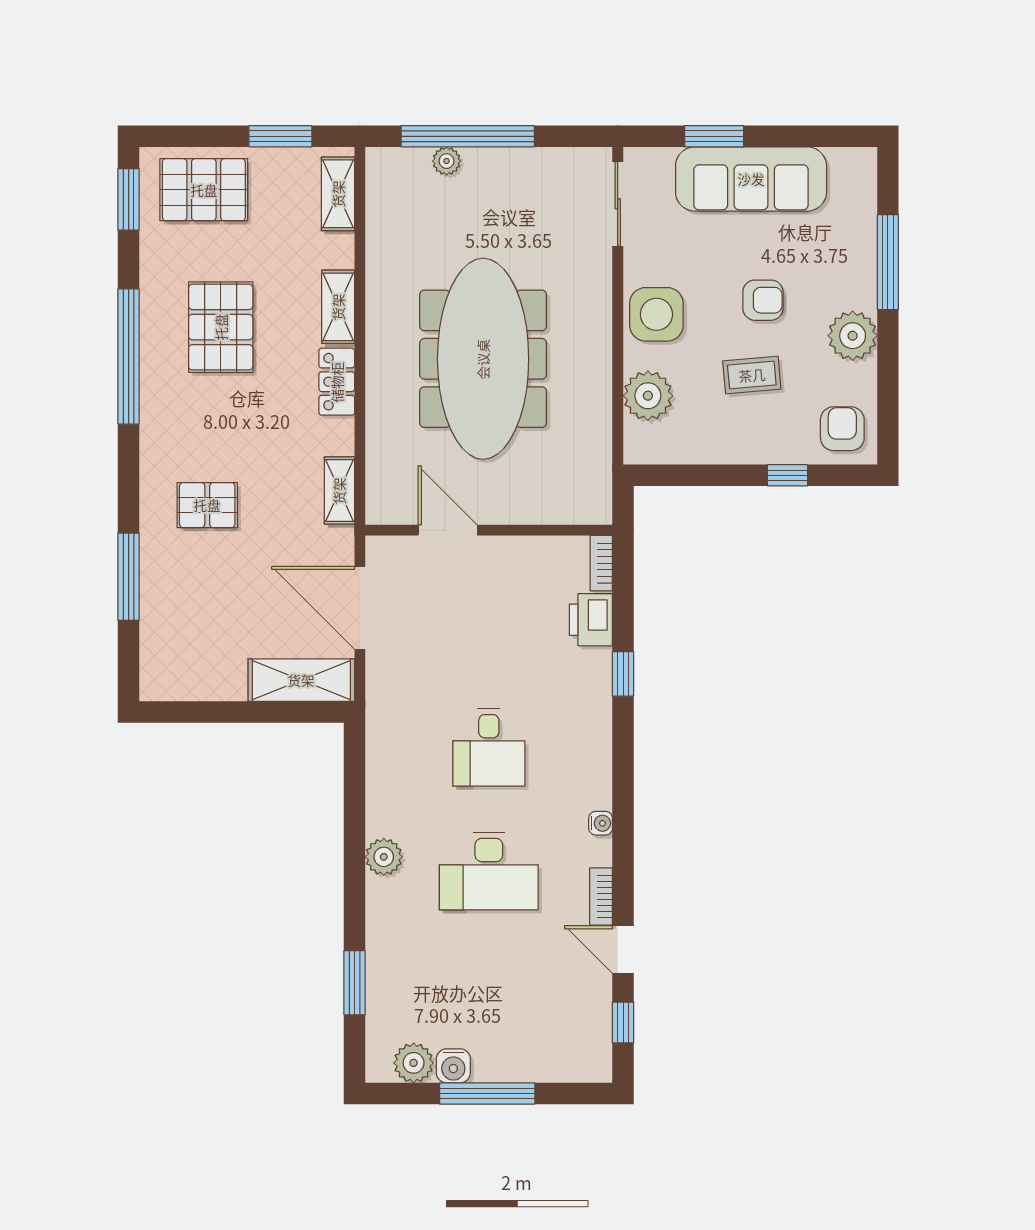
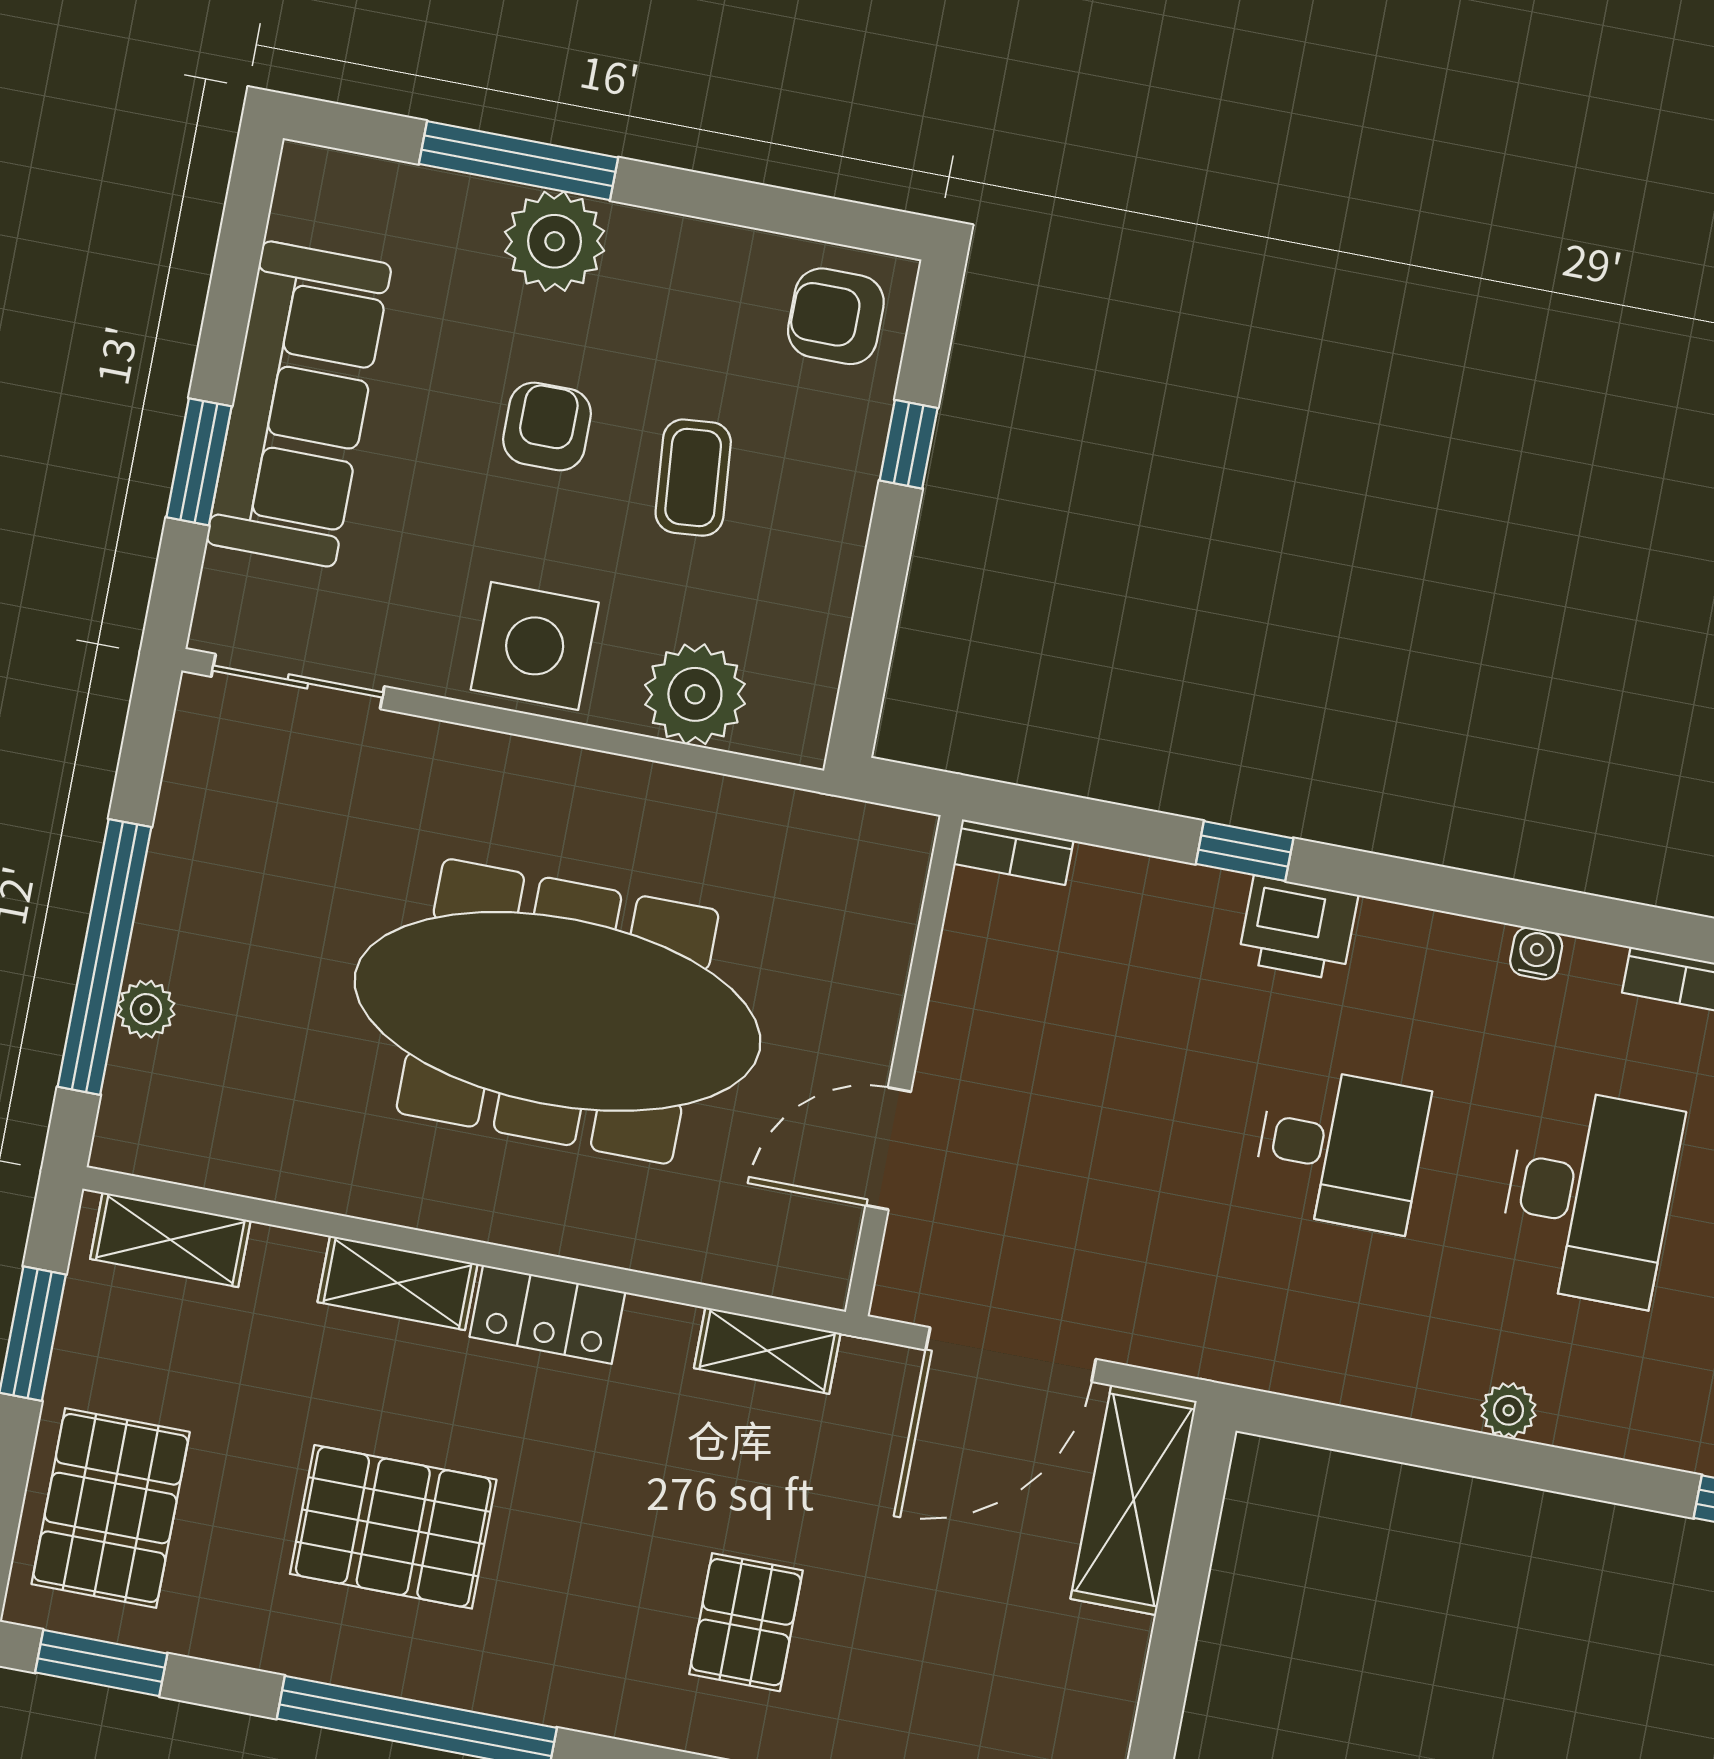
plant: (853, 336) -> (555, 241), moved
printer: (591, 620) -> (1298, 928), moved
plant: (384, 857) -> (1508, 1410), width x0.73, depth x0.73

